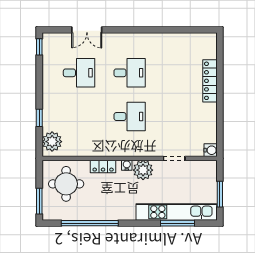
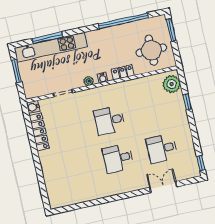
locker: (210, 81) -> (39, 132), moved
plant: (143, 170) -> (89, 81), width x0.53, depth x0.53

